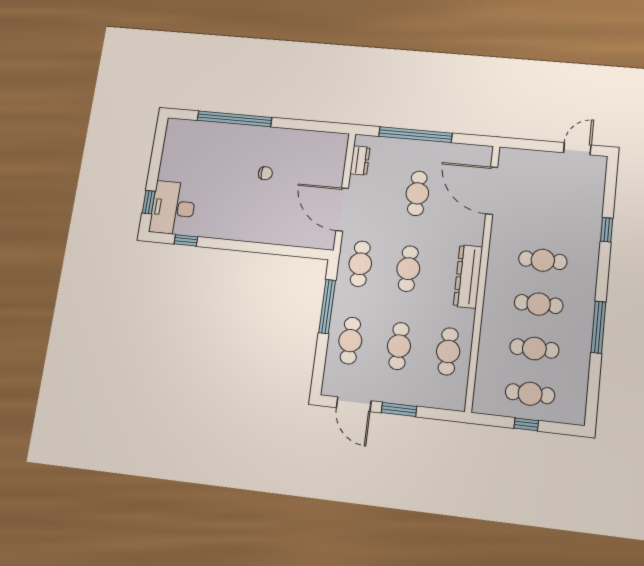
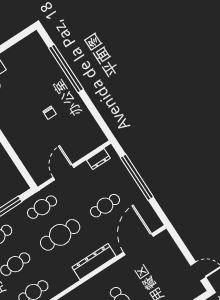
door: (342, 210) -> (63, 172), width x0.73
cafe table: (408, 269) -> (60, 235), width x1.37, depth x1.35
dresser: (468, 276) -> (94, 262), moved

